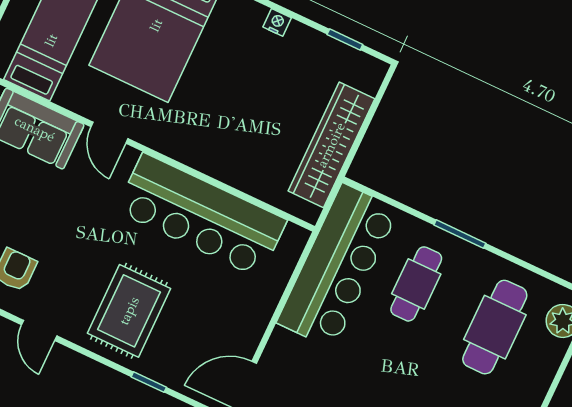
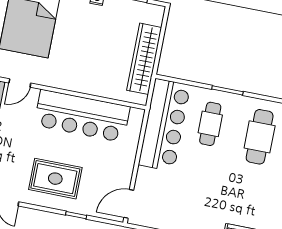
door: (109, 133) -> (20, 83), hinge flipped
rug: (129, 311) -> (55, 179), turned 90

